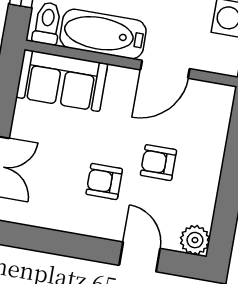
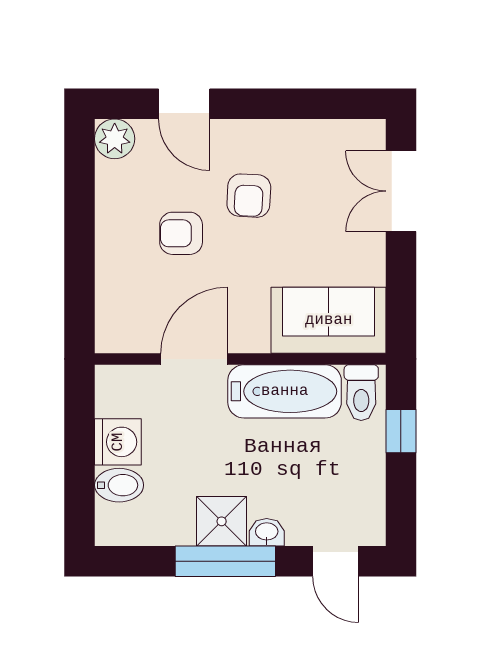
armchair: (158, 163) -> (181, 233), turned 180
armchair: (104, 182) -> (249, 196), turned 93

